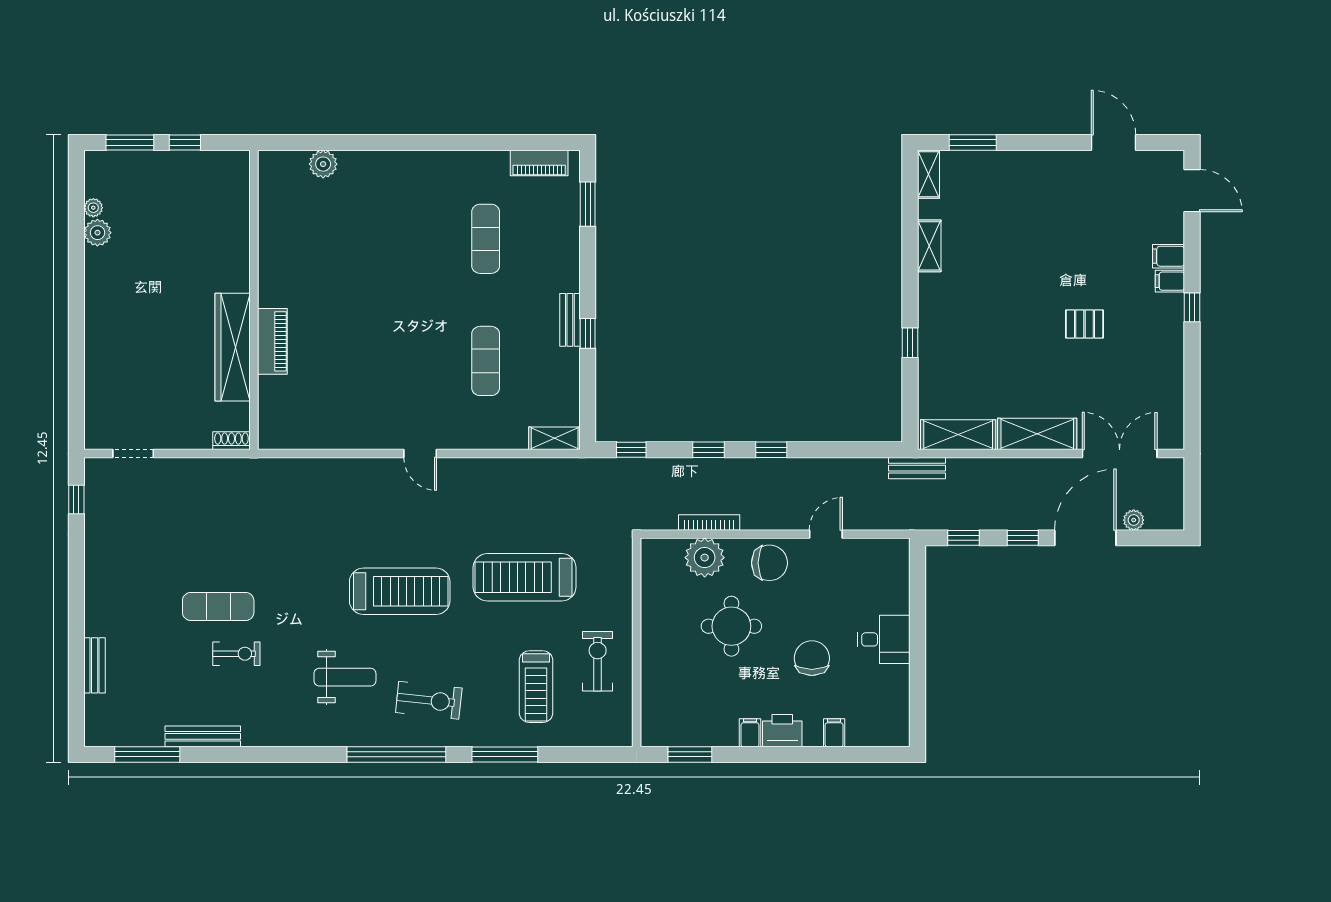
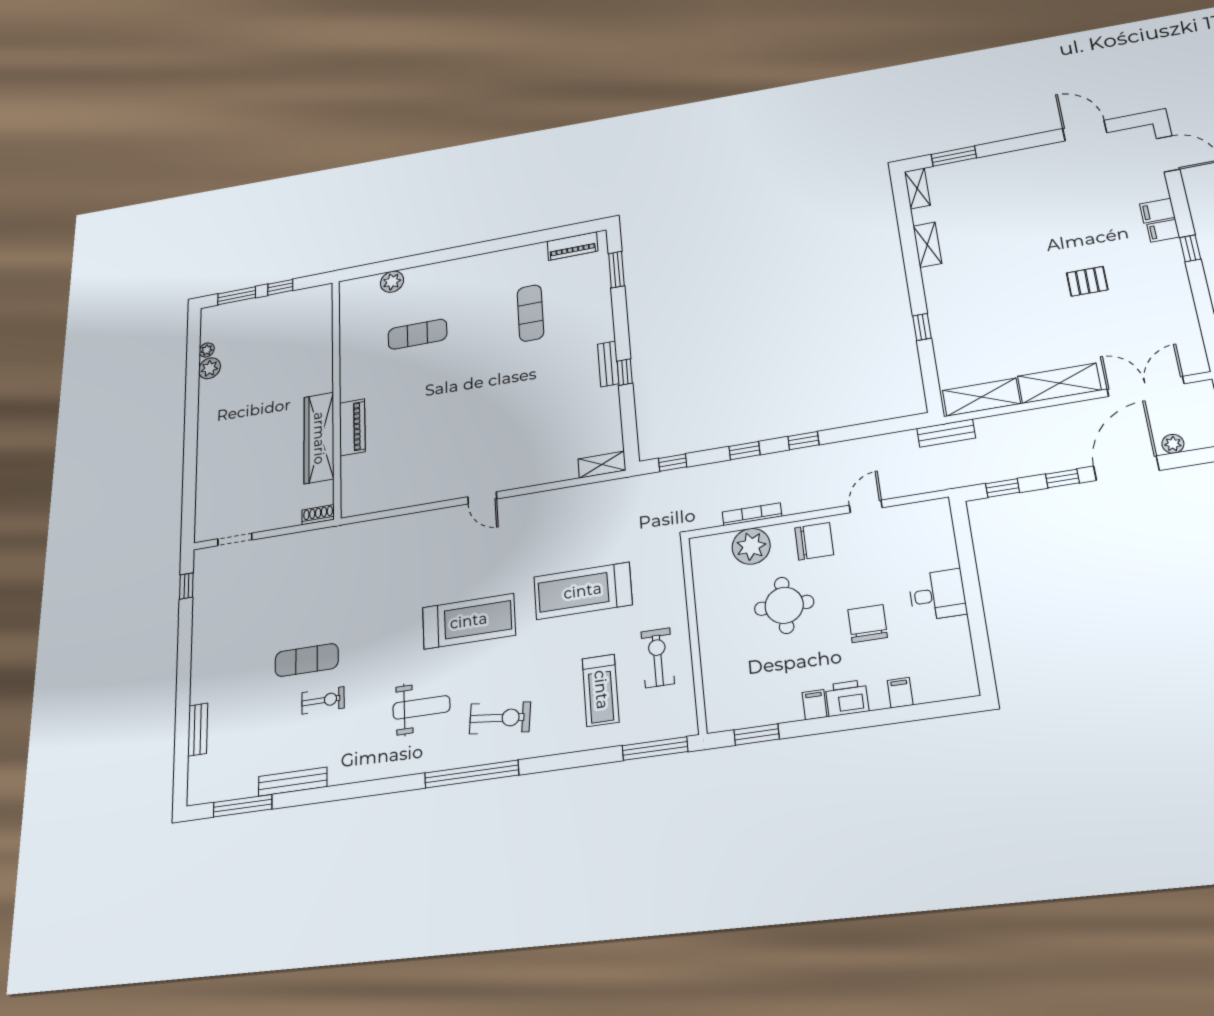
exercise mat: (486, 361) -> (417, 334), moved, turned 90
window: (505, 754) -> (655, 749), moved

